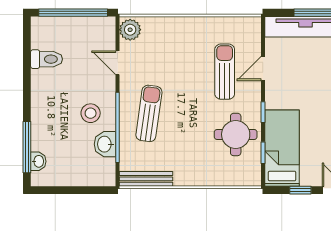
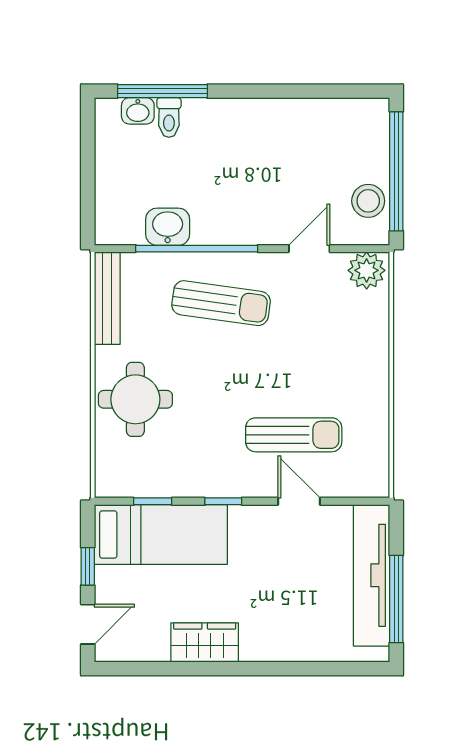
toilet: (46, 59) -> (169, 117), moved, width x0.73, depth x0.72
stool: (91, 113) -> (368, 201), moved
round table: (236, 134) -> (135, 399), moved

